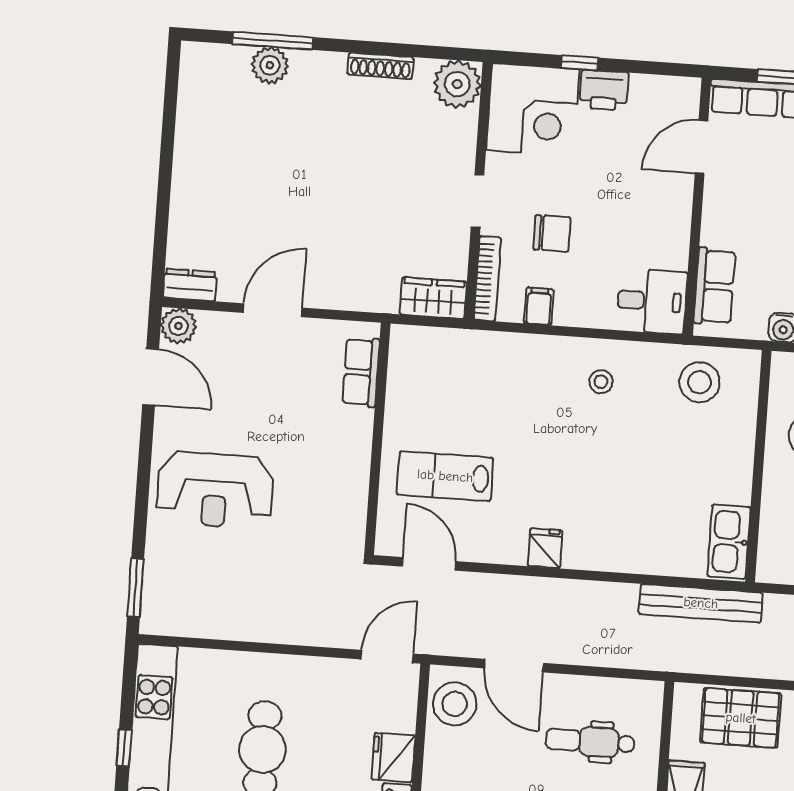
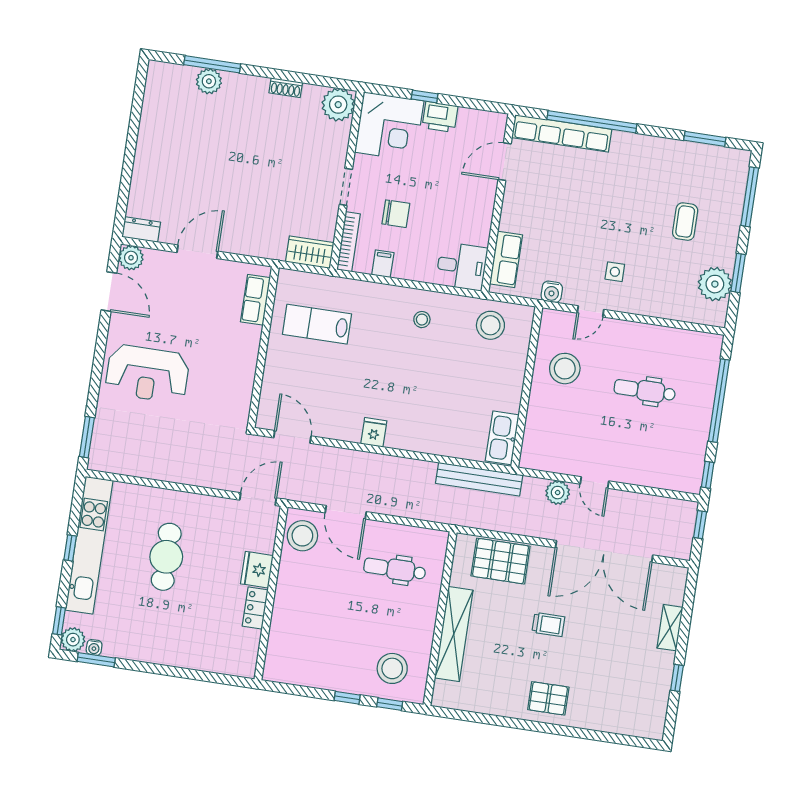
shoe rack: (380, 66) -> (286, 88), width x0.70
lab bench: (445, 476) -> (317, 324), moved

